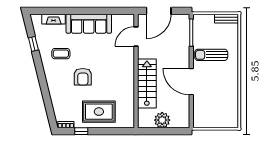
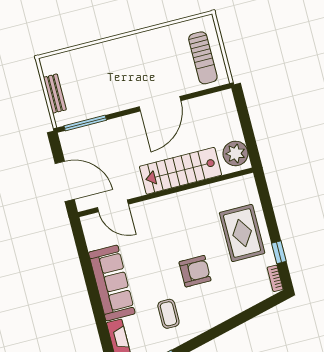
bench: (227, 19) -> (55, 94), moved
sun lounger: (211, 55) -> (203, 58), moved
plant: (162, 120) -> (235, 153), moved

